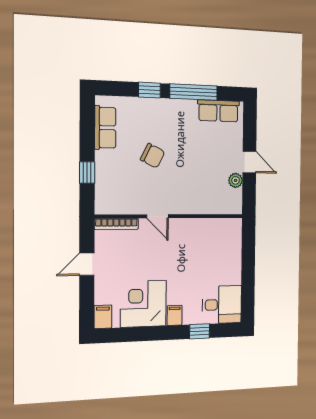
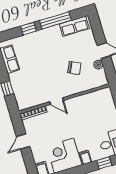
chair: (153, 156) -> (74, 68), moved

